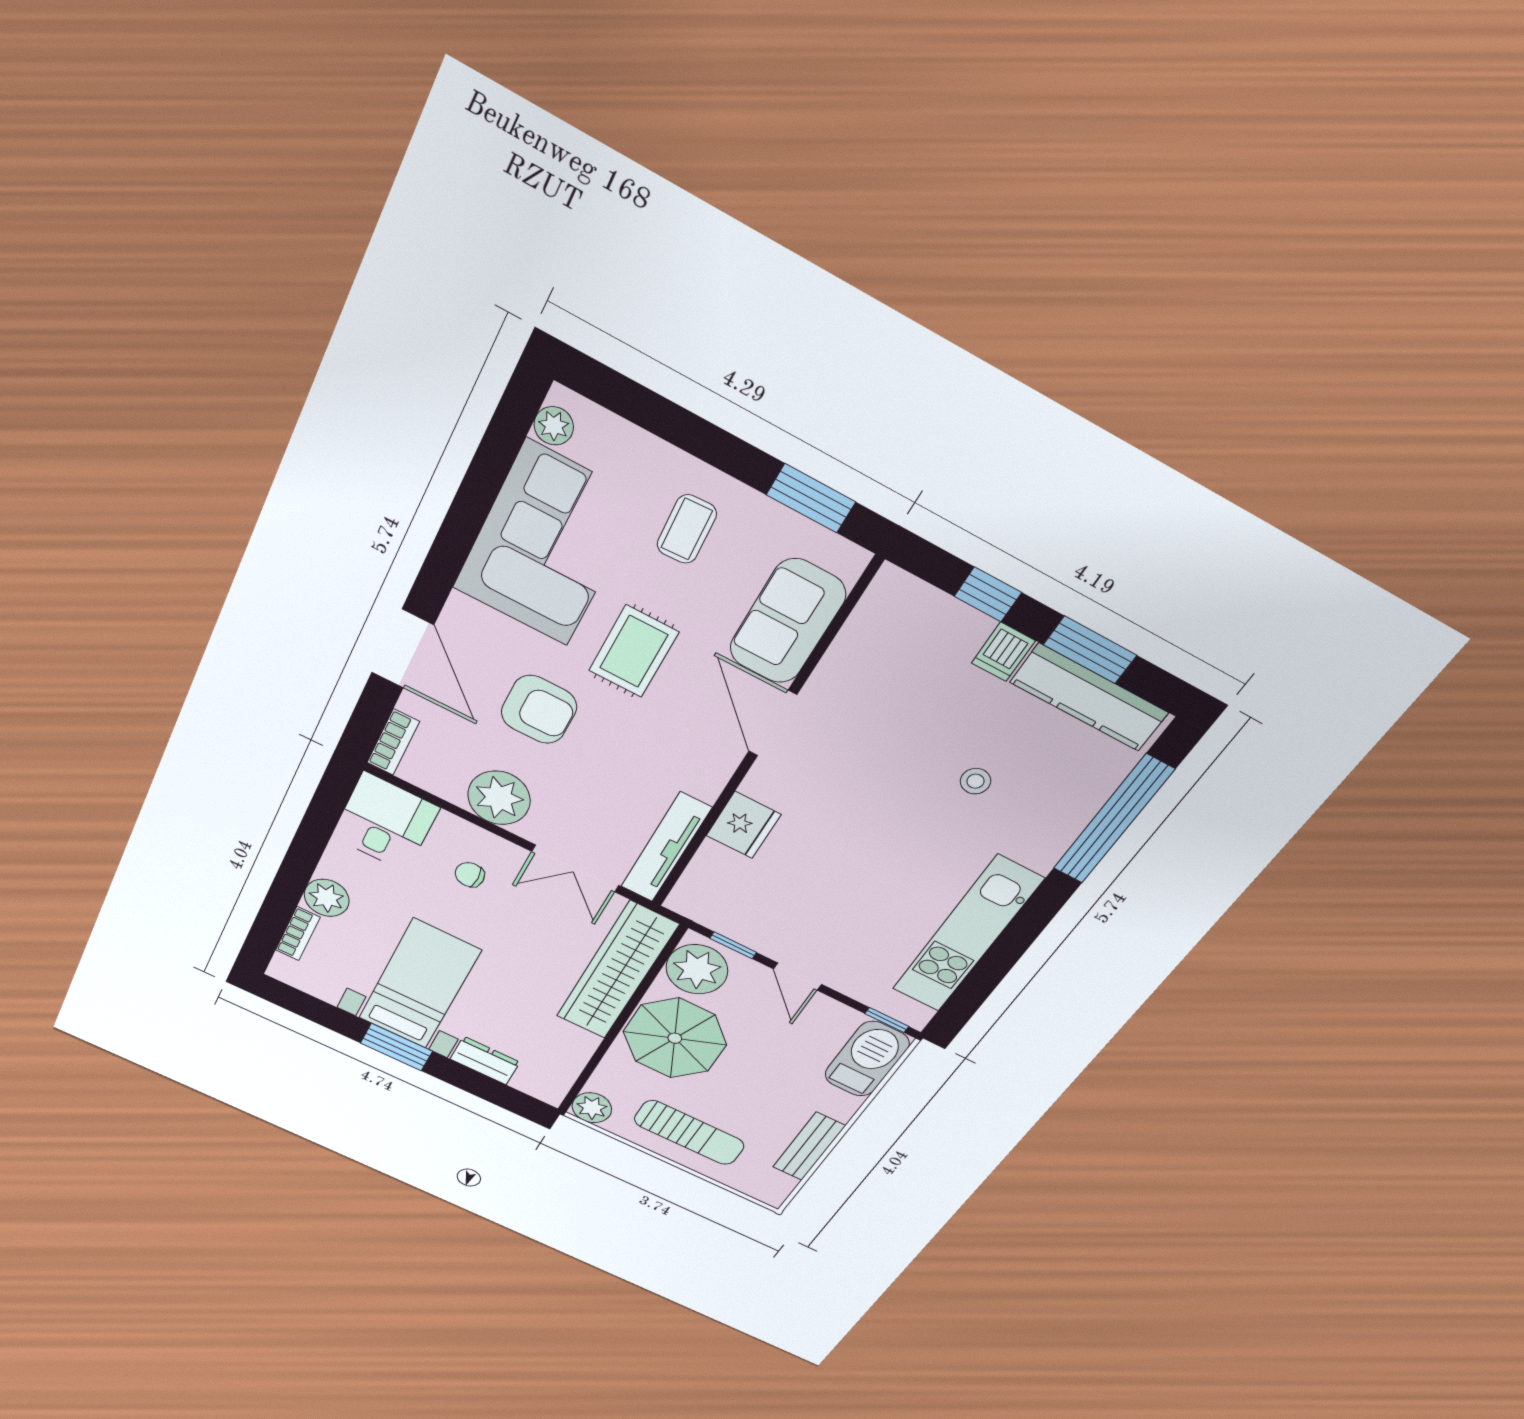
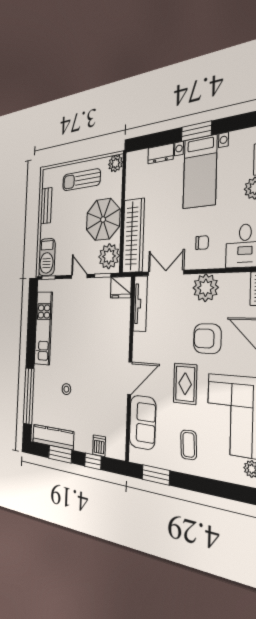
dishwasher: (1003, 652) -> (99, 446), moved
door: (773, 723) -> (130, 378), hinge flipped
fridge: (743, 825) -> (121, 287), moved, turned -90

